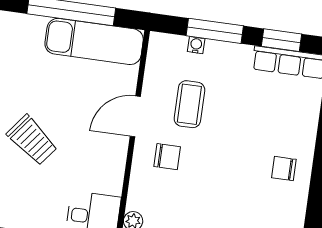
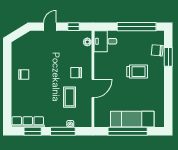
exam couch: (94, 41) -> (132, 119), moved
trolley: (32, 140) -> (137, 72), turned 142

